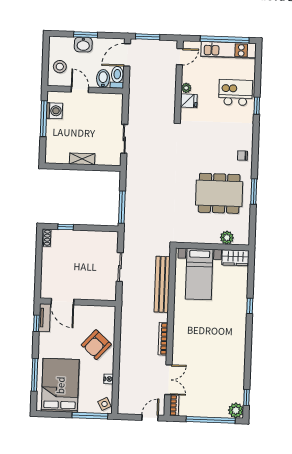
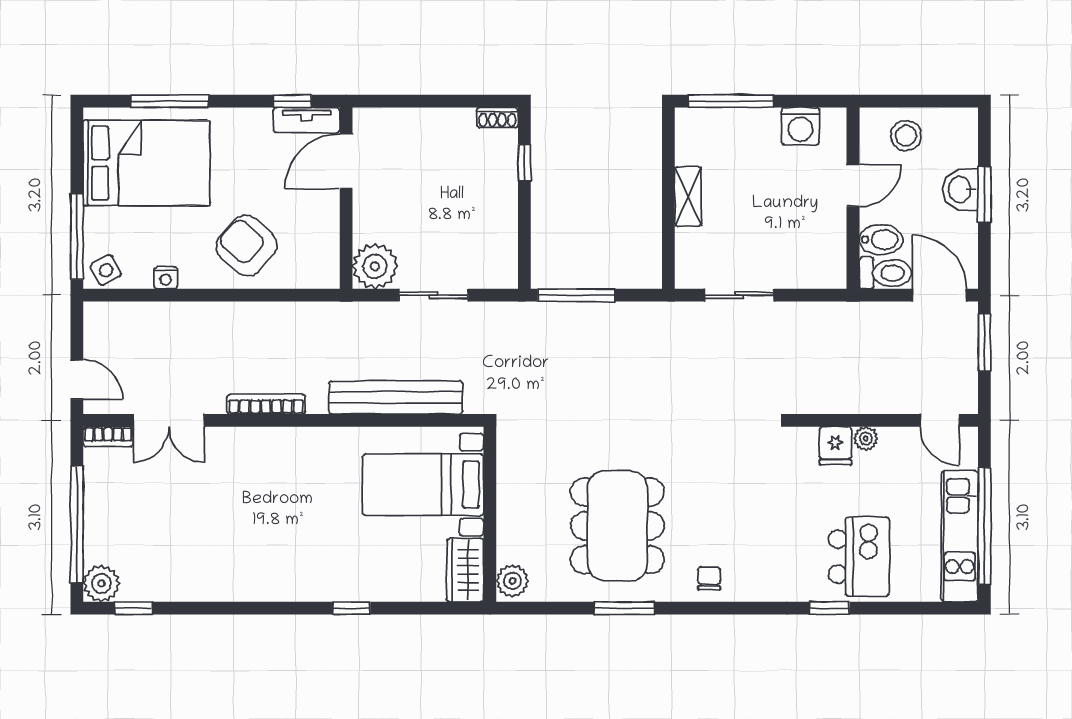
window: (44, 119) -> (731, 101), moved
plant: (227, 238) -> (512, 581), moved
plant: (107, 291) -> (375, 266), added

